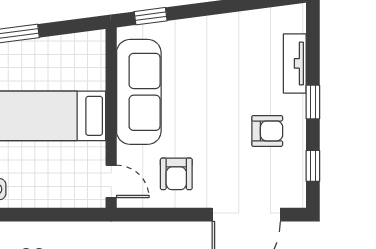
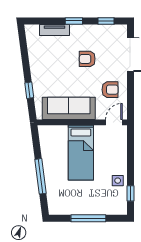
window: (151, 16) -> (29, 90), moved
armchair: (267, 131) -> (87, 59), moved, turned -90

